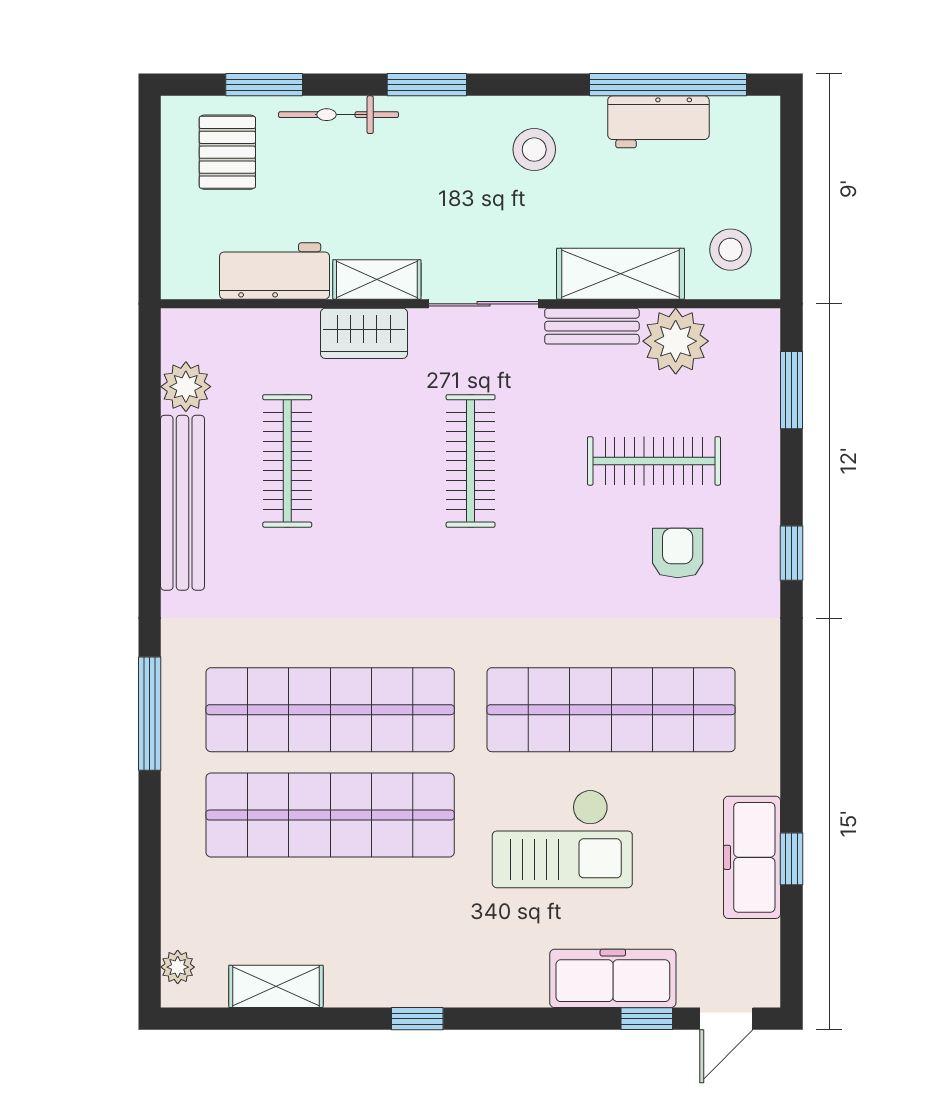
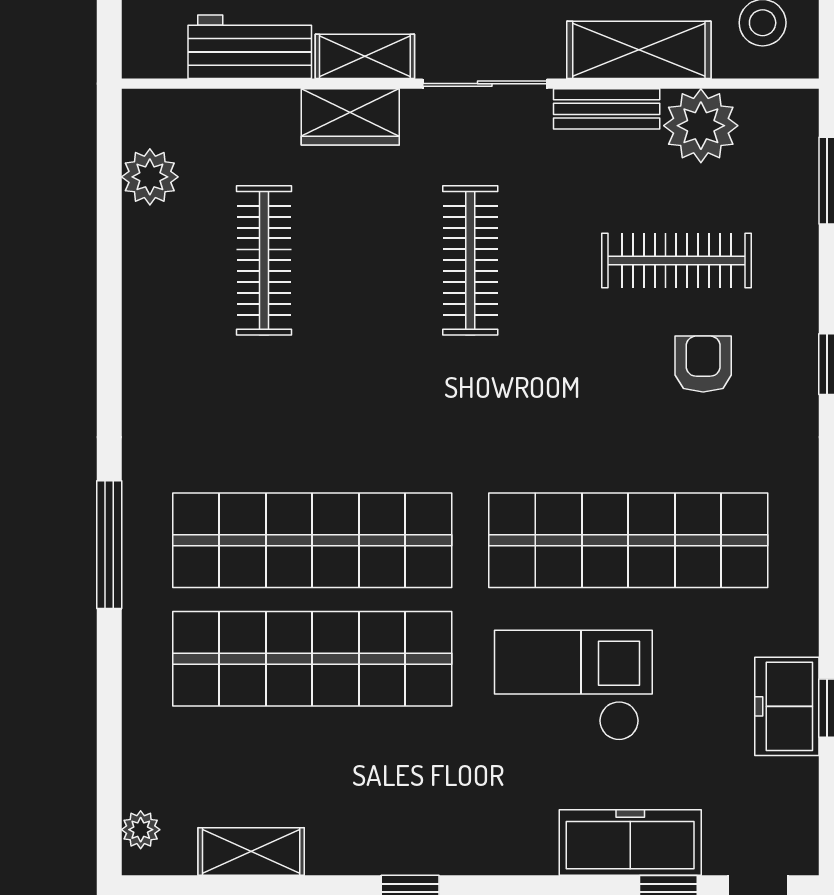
bench: (182, 503) -> (146, 307), removed
checkout: (562, 839) -> (573, 685), turned 180
freezer: (752, 857) -> (787, 706), width x0.71

